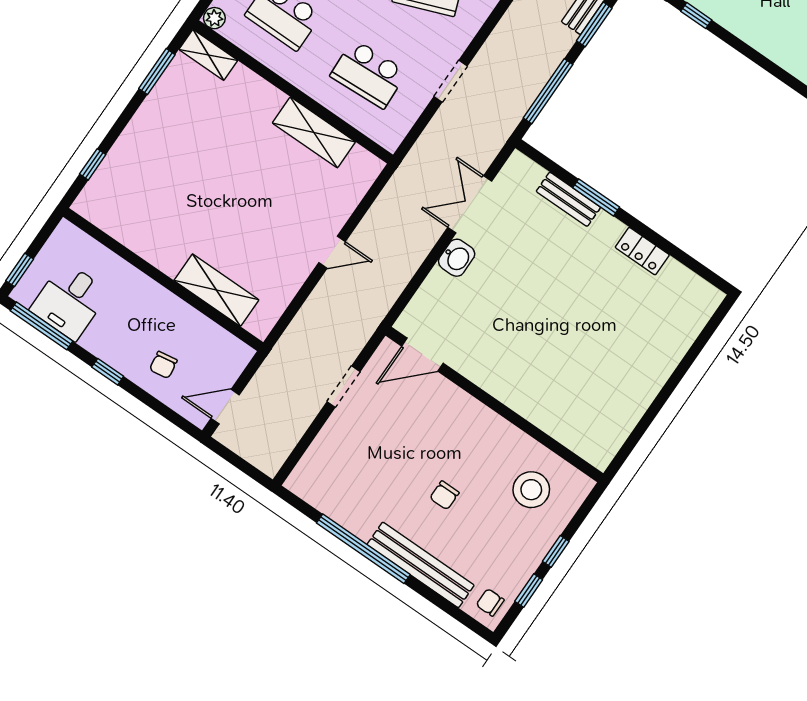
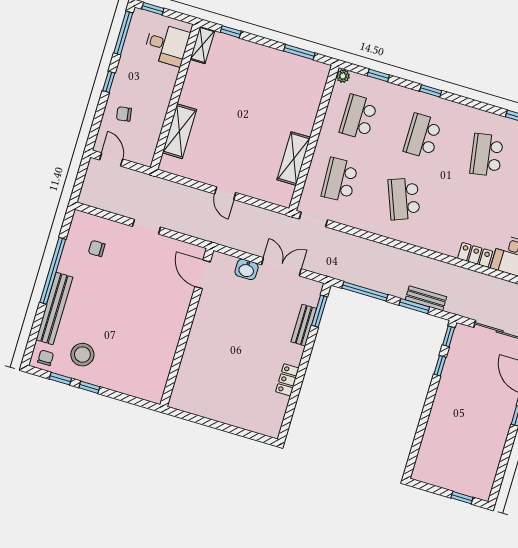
shelving: (208, 55) -> (202, 45), moved
doorway: (451, 81) -> (313, 219), moved
window: (596, 197) -> (319, 311), moved
desk: (70, 301) -> (167, 45), moved, turned 180
door: (423, 355) -> (203, 274), moved
wall: (494, 404) -> (187, 327), moved
stool: (531, 490) -> (82, 355), moved
chair: (444, 495) -> (97, 248), moved

